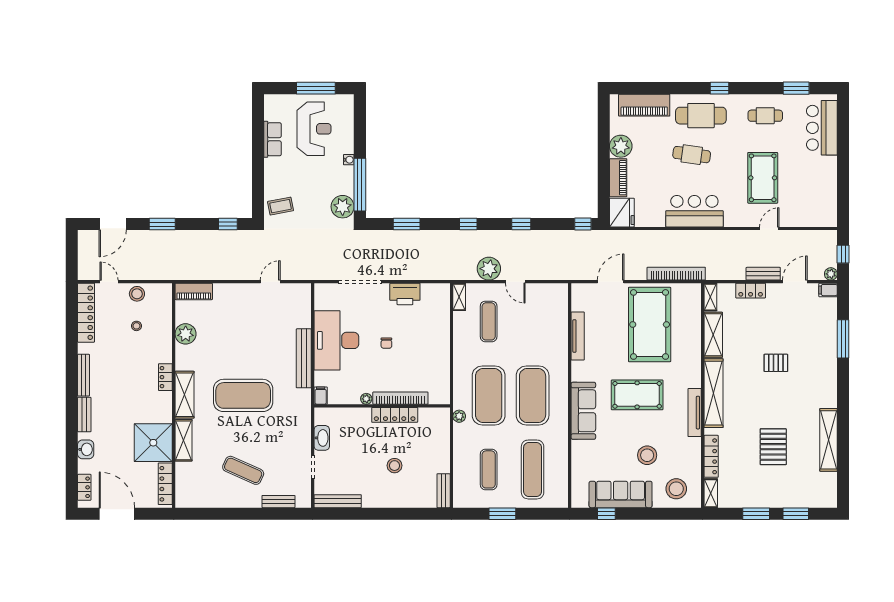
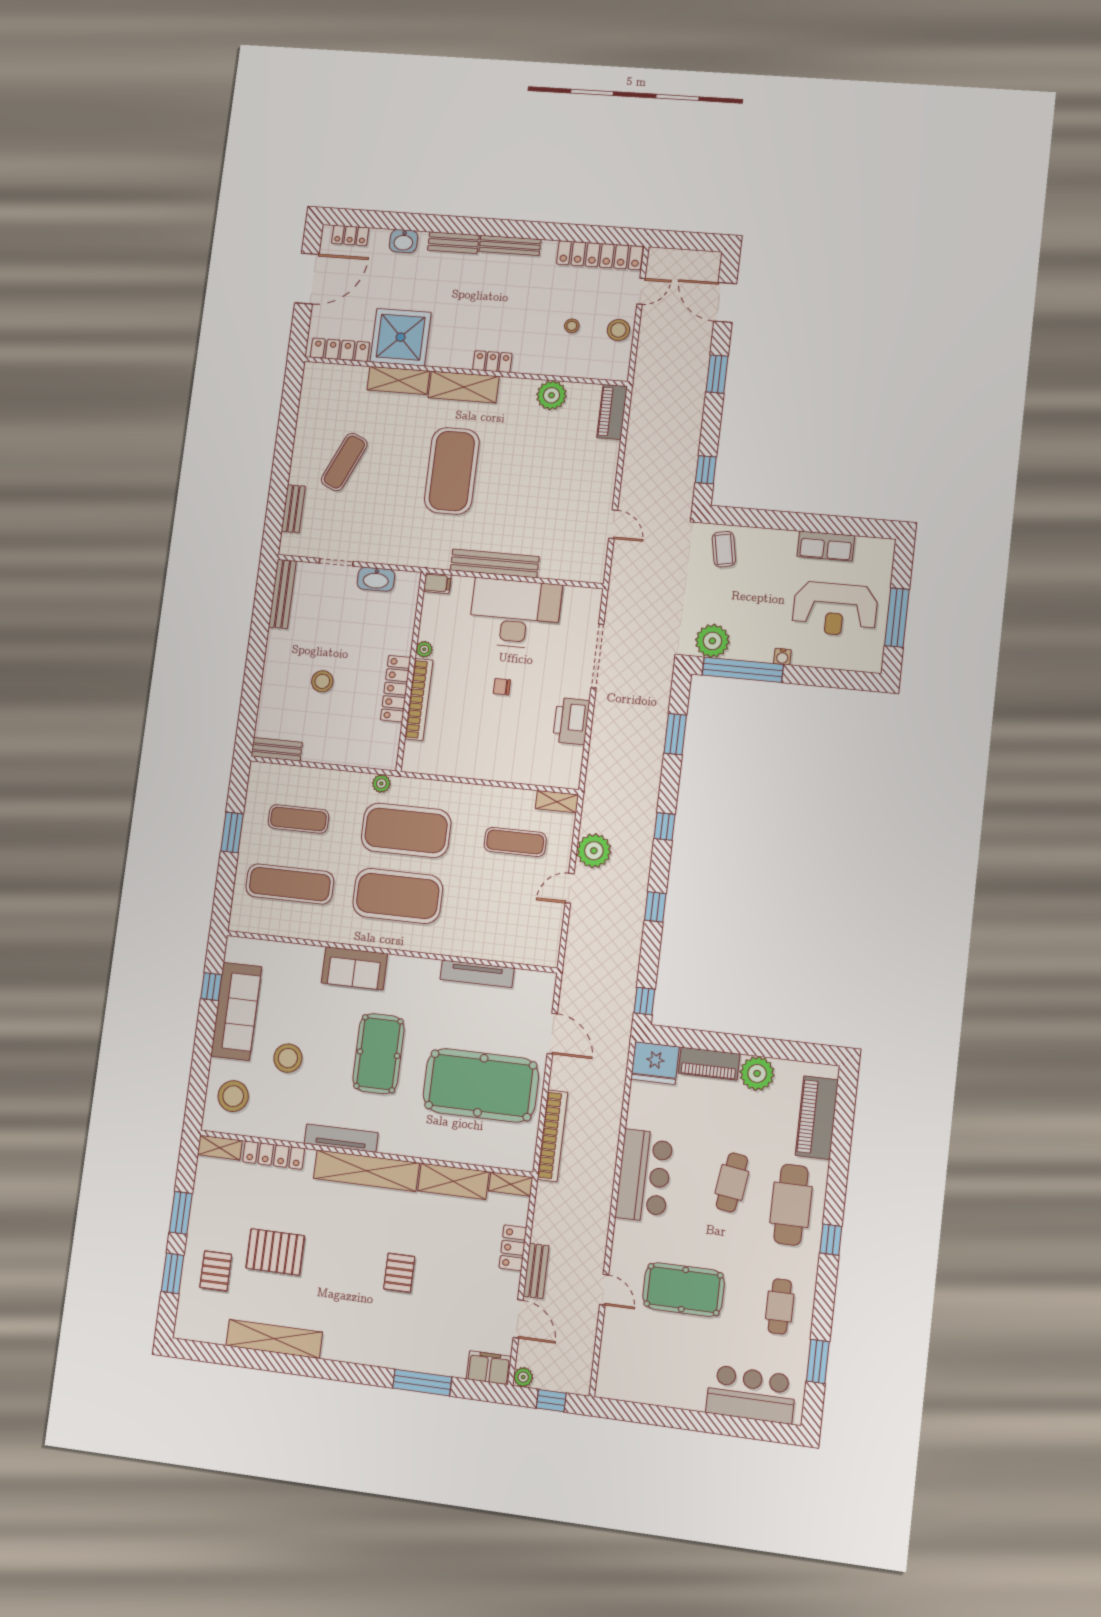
filing cabinet: (828, 290) -> (489, 1368), width x2.00
sofa: (583, 411) -> (354, 968), width x0.73
pallet: (790, 485) -> (216, 1271), added

